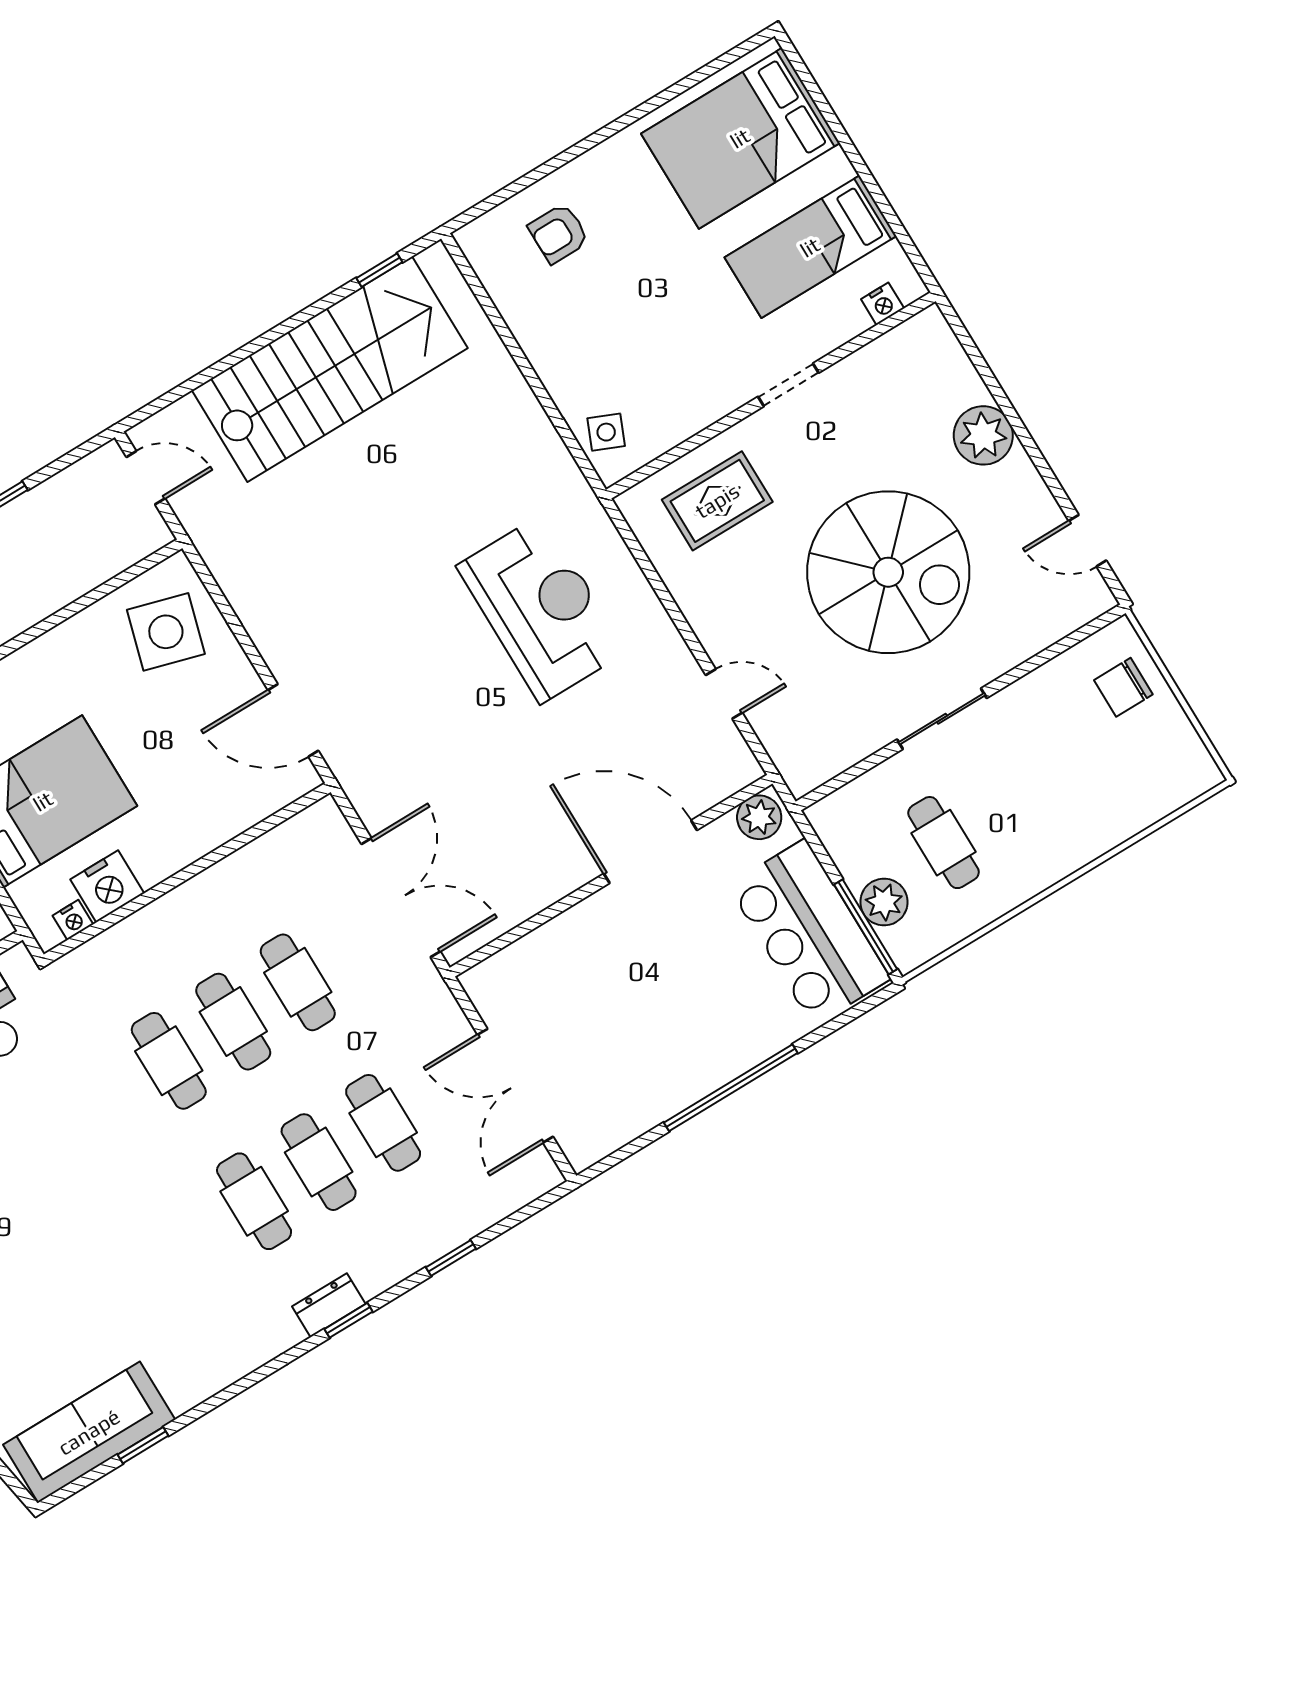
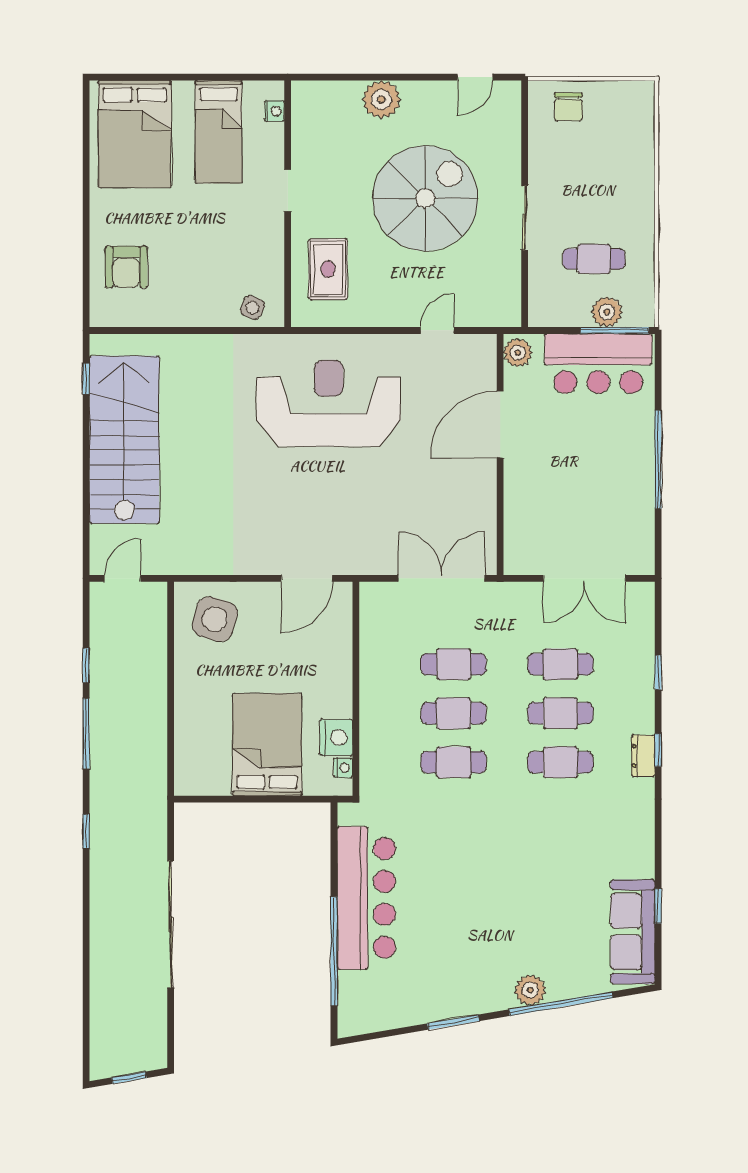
armchair: (559, 234) -> (126, 267), width x1.38, depth x1.38
reception desk: (541, 609) -> (329, 403), width x1.36, depth x1.30

